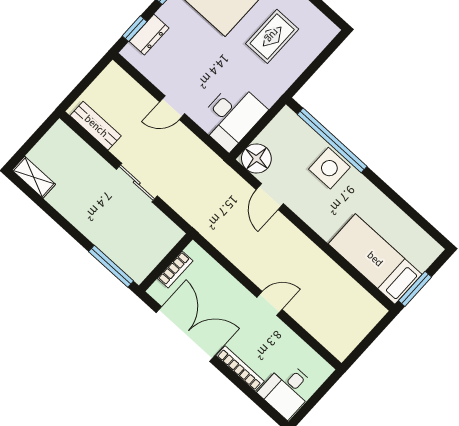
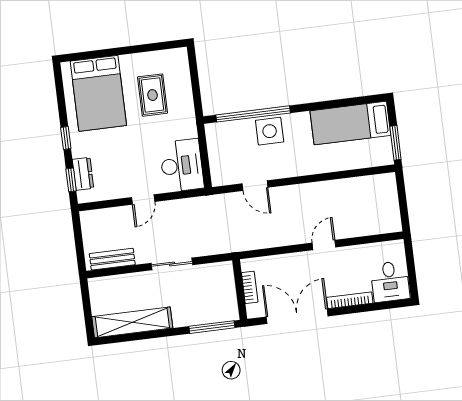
floor lamp: (256, 159) -> (223, 173), removed
shelving: (34, 177) -> (132, 322), width x2.20, depth x1.33
bed: (375, 259) -> (350, 123), moved

